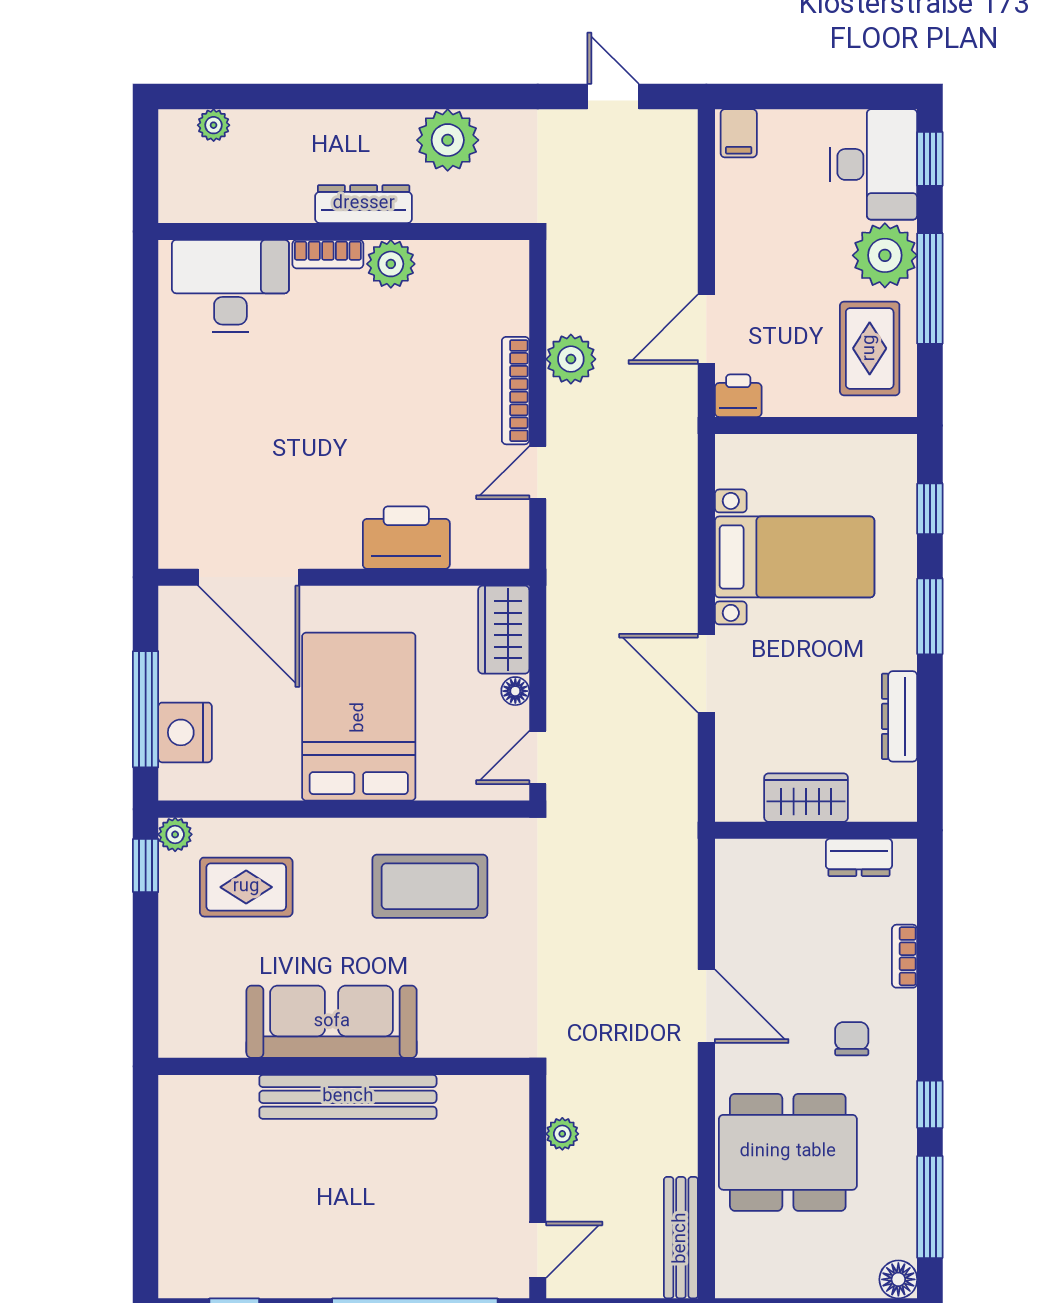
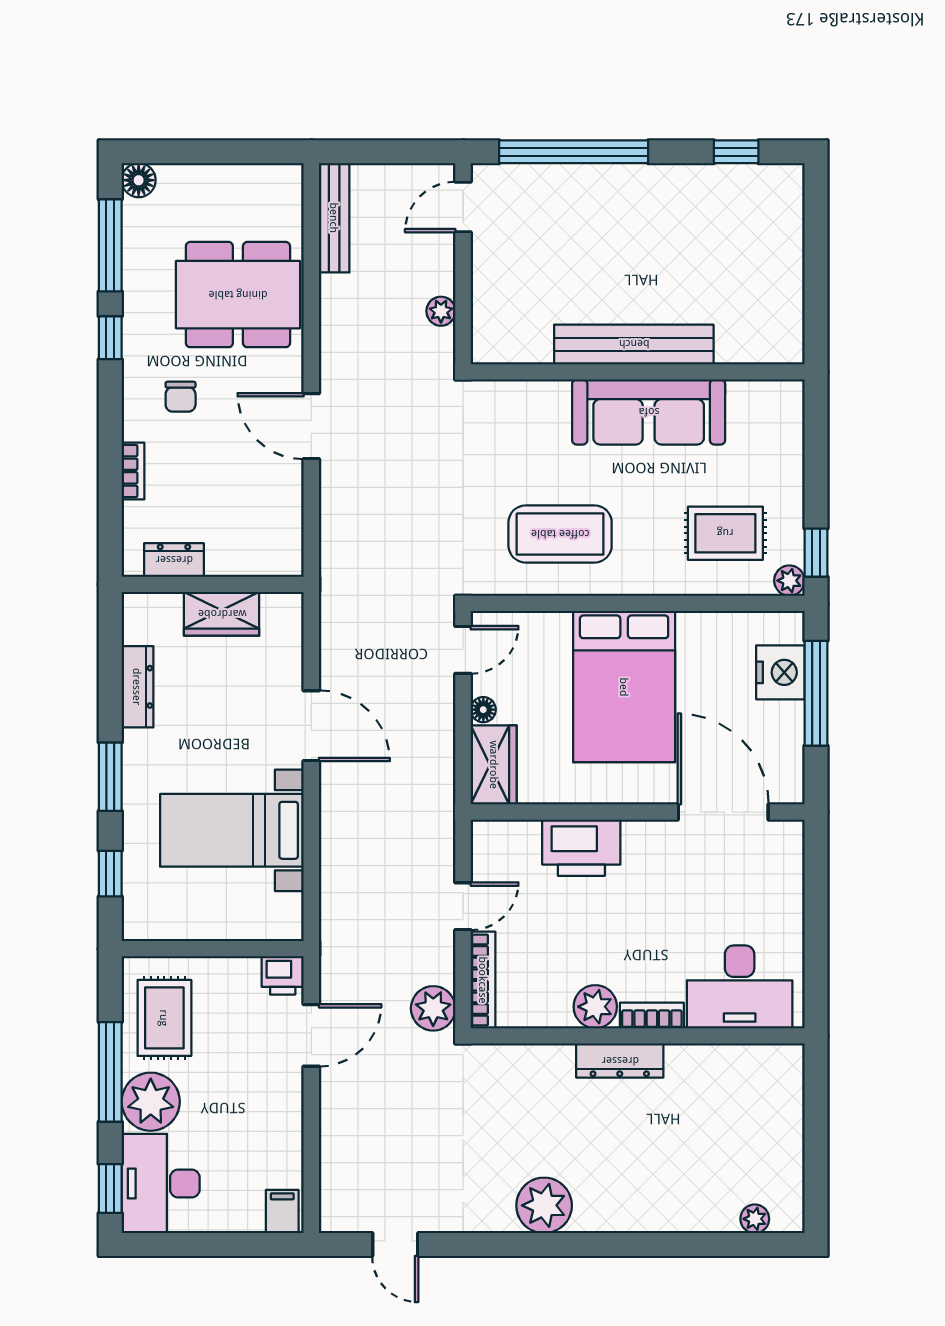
dresser: (364, 204) -> (620, 1061), moved
wall: (344, 231) -> (638, 1036), moved
bookcase: (328, 254) -> (652, 1016), moved
plant: (391, 264) -> (595, 1007), moved
desk: (230, 286) -> (740, 987), moved

